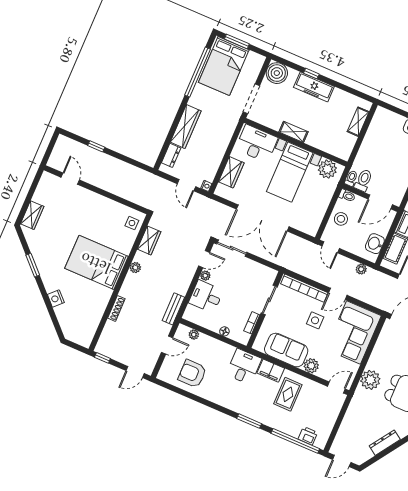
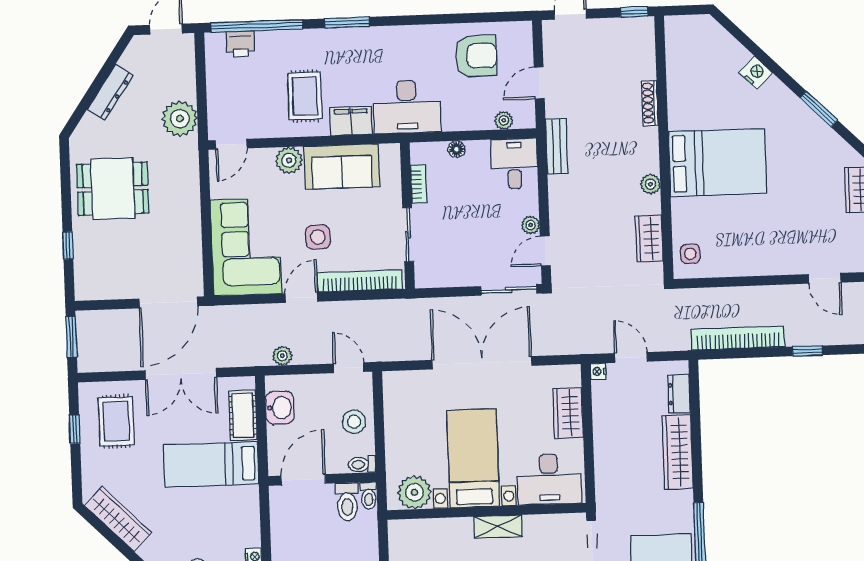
bookcase: (128, 169) -> (738, 338), added
desk: (206, 297) -> (514, 164), moved, turned -90
desk: (244, 367) -> (407, 107), width x1.37
plant: (370, 380) -> (180, 119), moved

